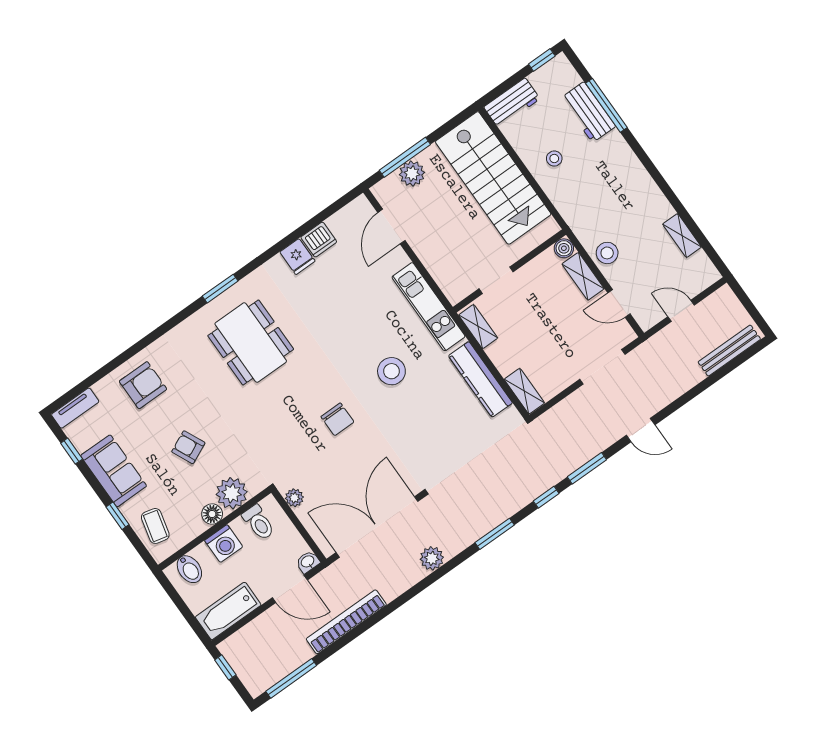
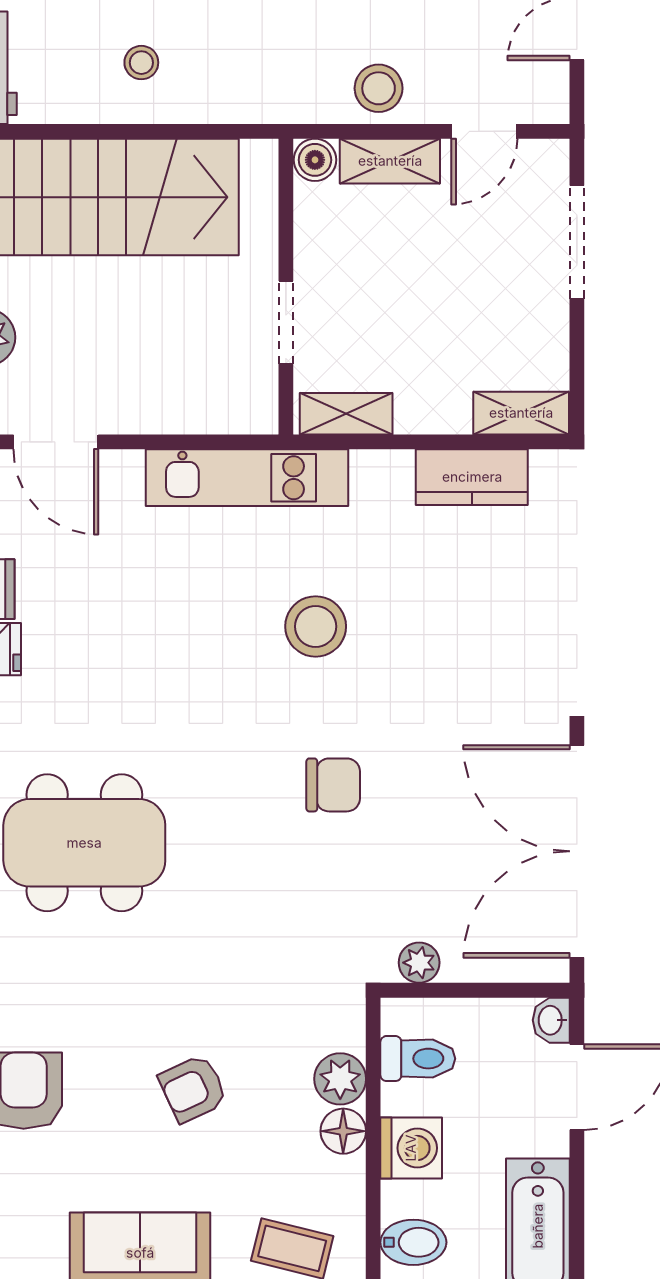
kitchen counter: (480, 379) -> (472, 477), width x0.67
plant: (232, 493) -> (340, 1079), width x0.73, depth x0.73

